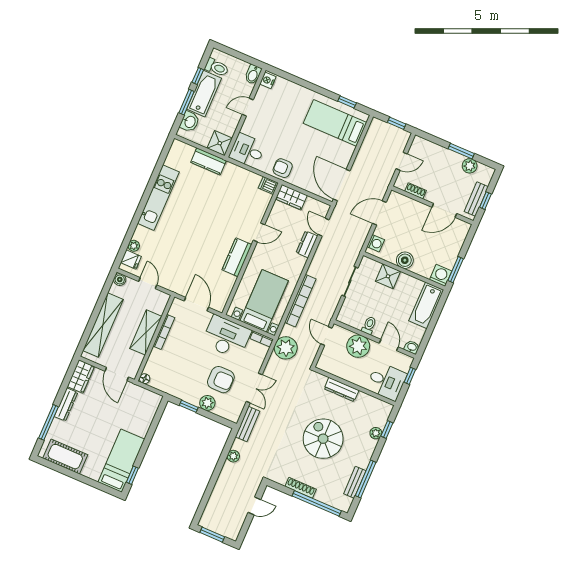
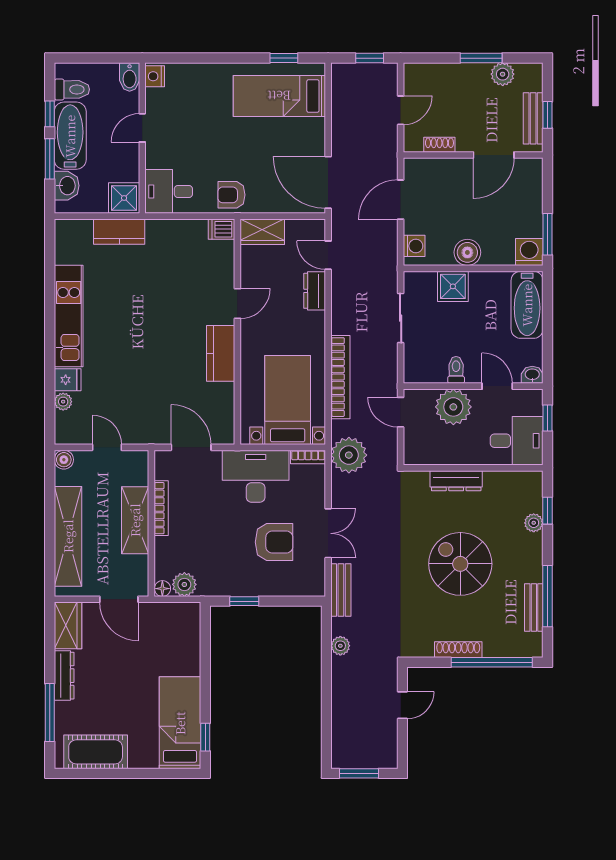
fridge: (131, 260) -> (68, 380), moved
plant: (207, 403) -> (184, 584), moved

